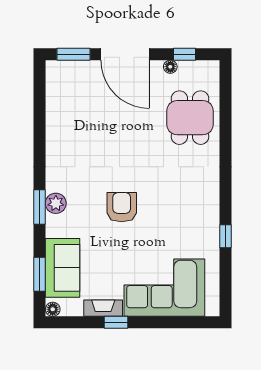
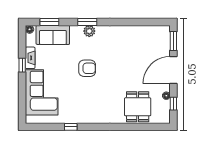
dining table: (190, 118) -> (138, 107), turned 90

